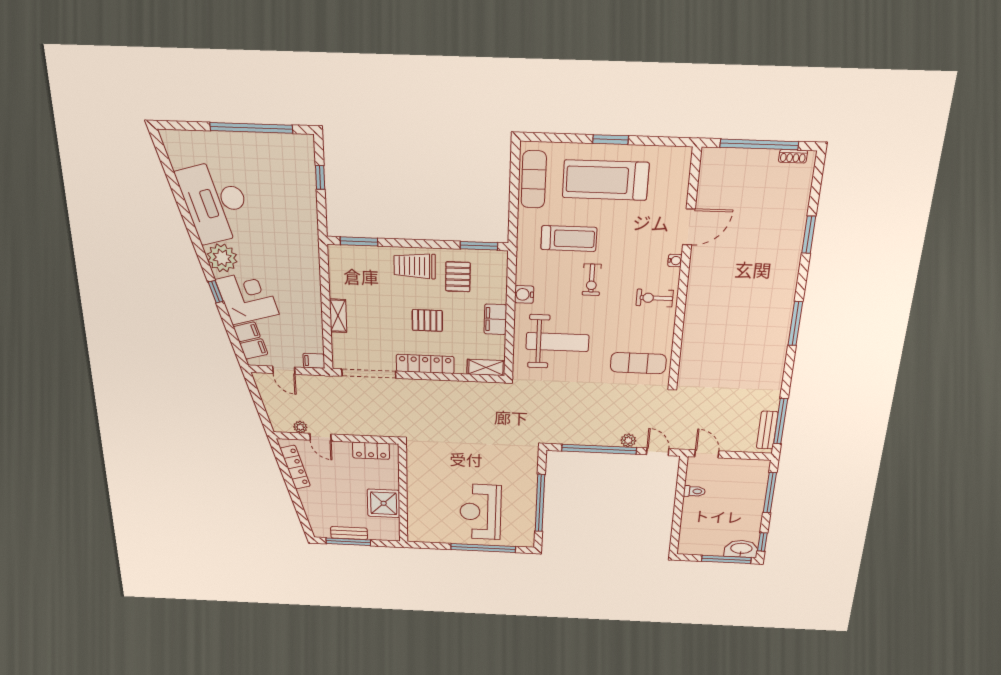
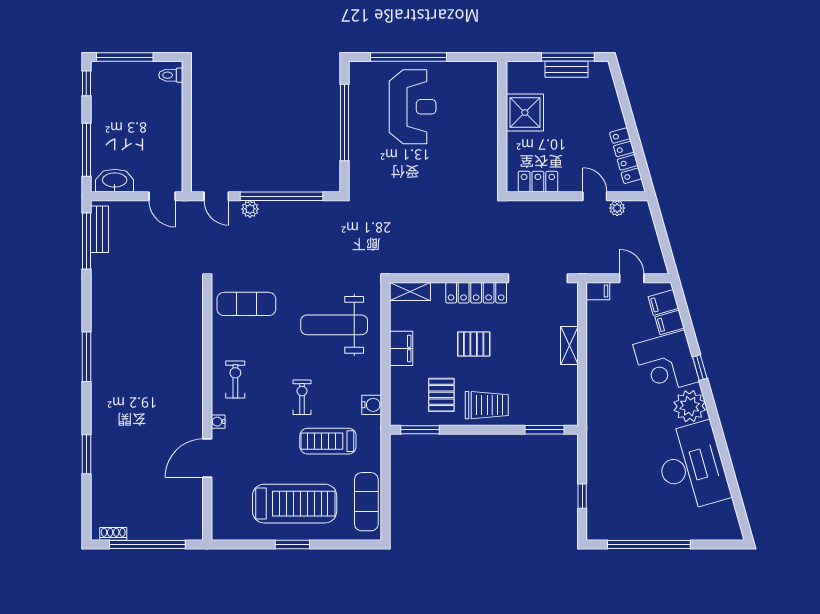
water cooler: (524, 294) -> (372, 405), moved
exercise bike: (655, 298) -> (235, 379), turned -90
toilet: (694, 491) -> (171, 75), moved
washbasin: (741, 549) -> (115, 181), moved, turned 180

